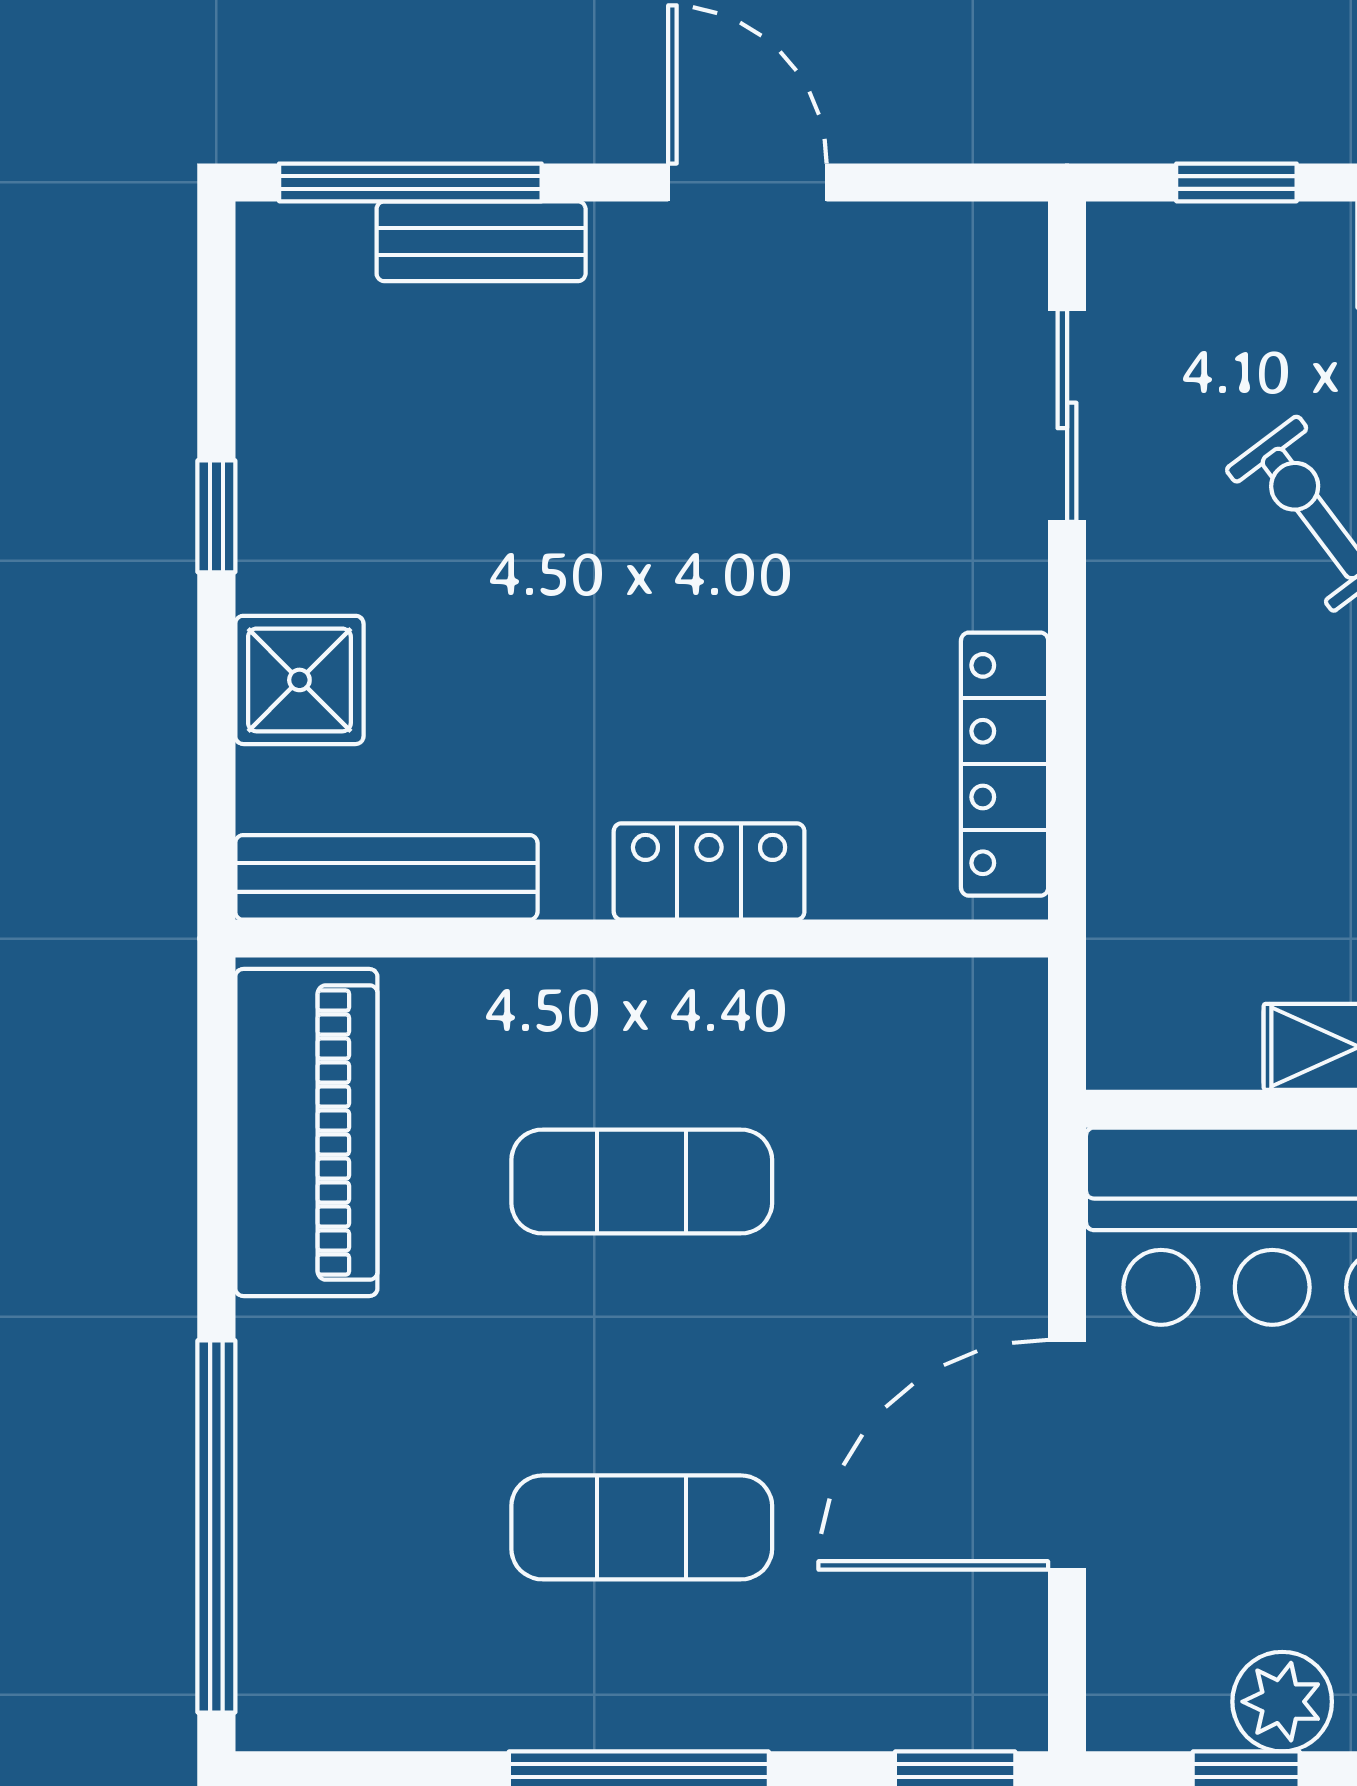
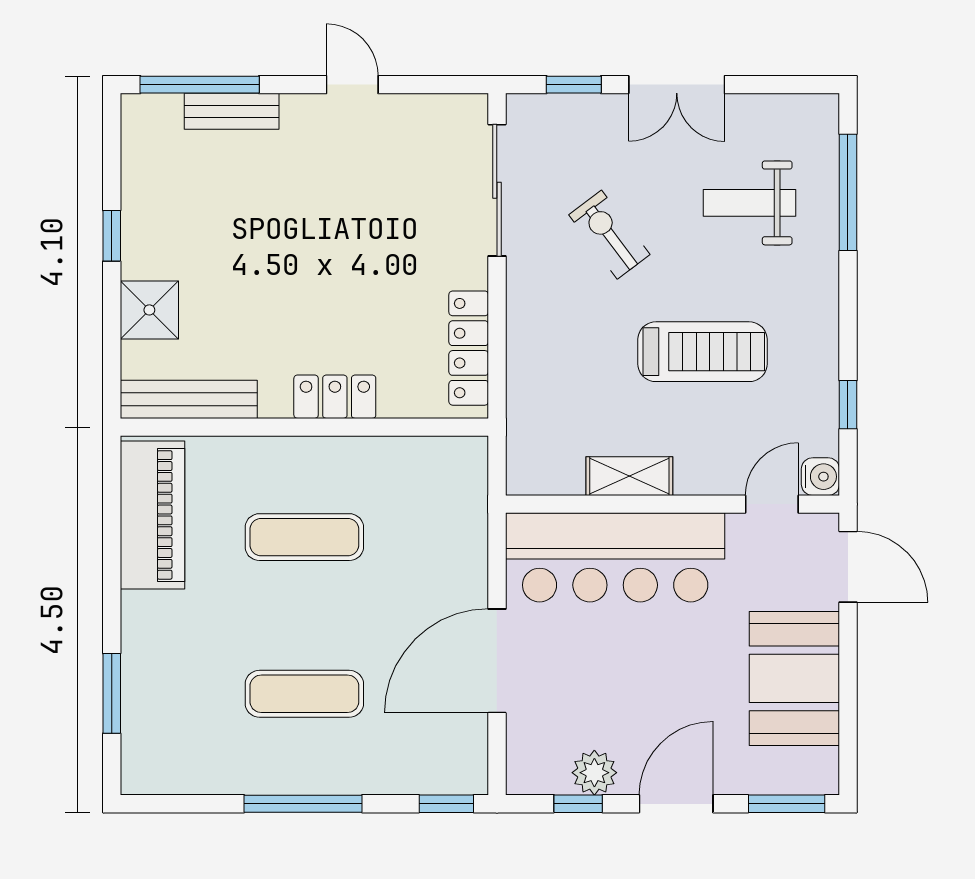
door: (747, 182) -> (352, 85), width x0.73
sliding door: (1067, 415) -> (497, 190), width x1.37
window: (216, 1526) -> (112, 693), width x0.47

